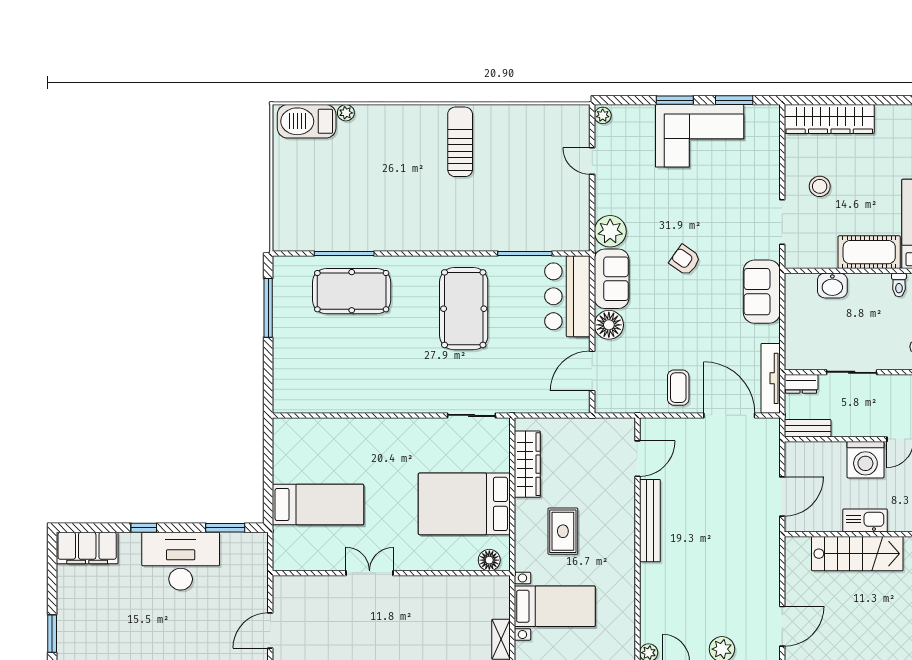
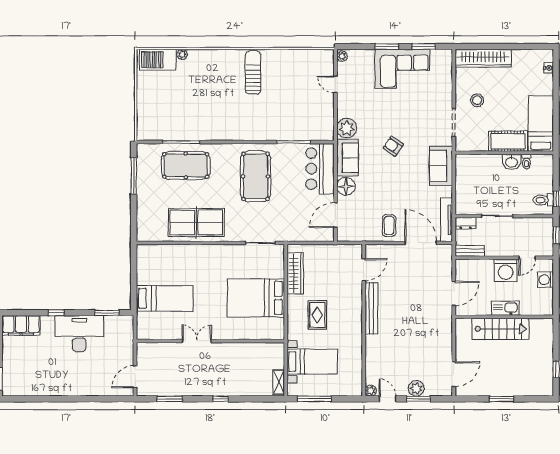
washbasin: (832, 285) -> (512, 162), moved
table tennis table: (369, 383) -> (196, 222), added
floor lamp: (489, 560) -> (271, 333), removed

